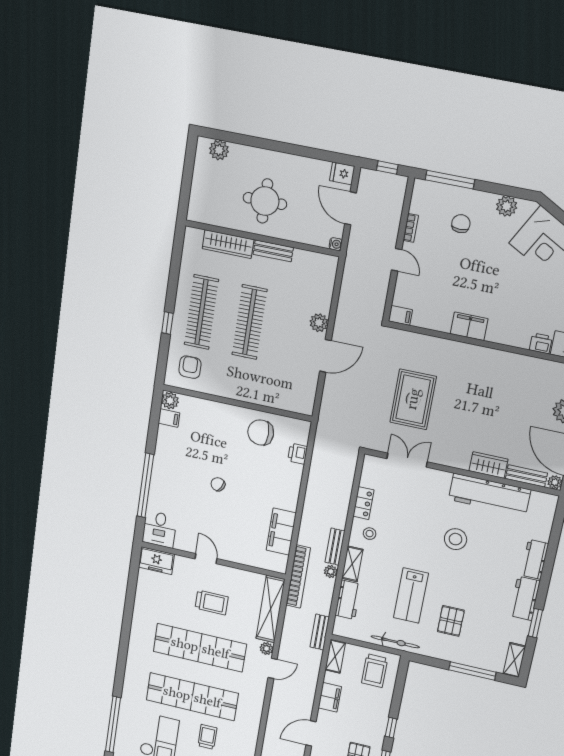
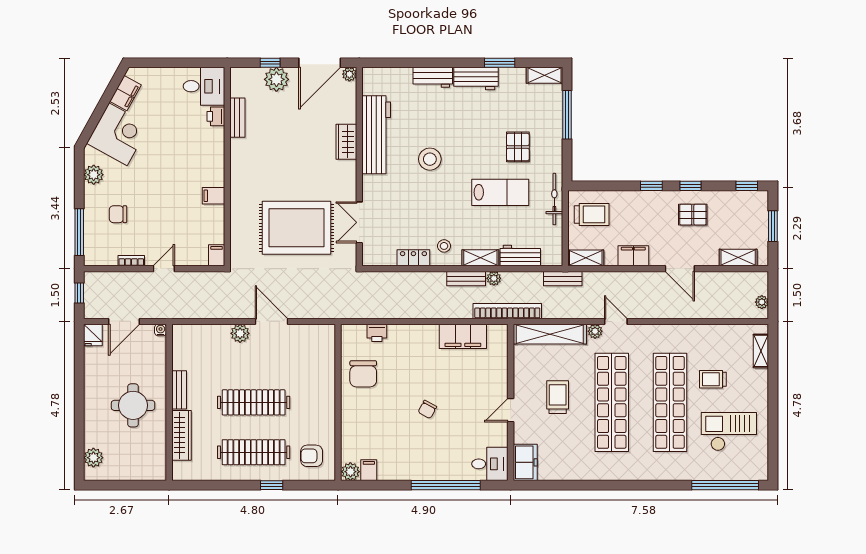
filing cabinet: (469, 326) -> (214, 196), width x0.50
rug: (413, 399) -> (297, 228), width x1.37, depth x1.44
bench: (526, 476) -> (237, 118), moved
pallet: (451, 621) -> (518, 147), turned 90

